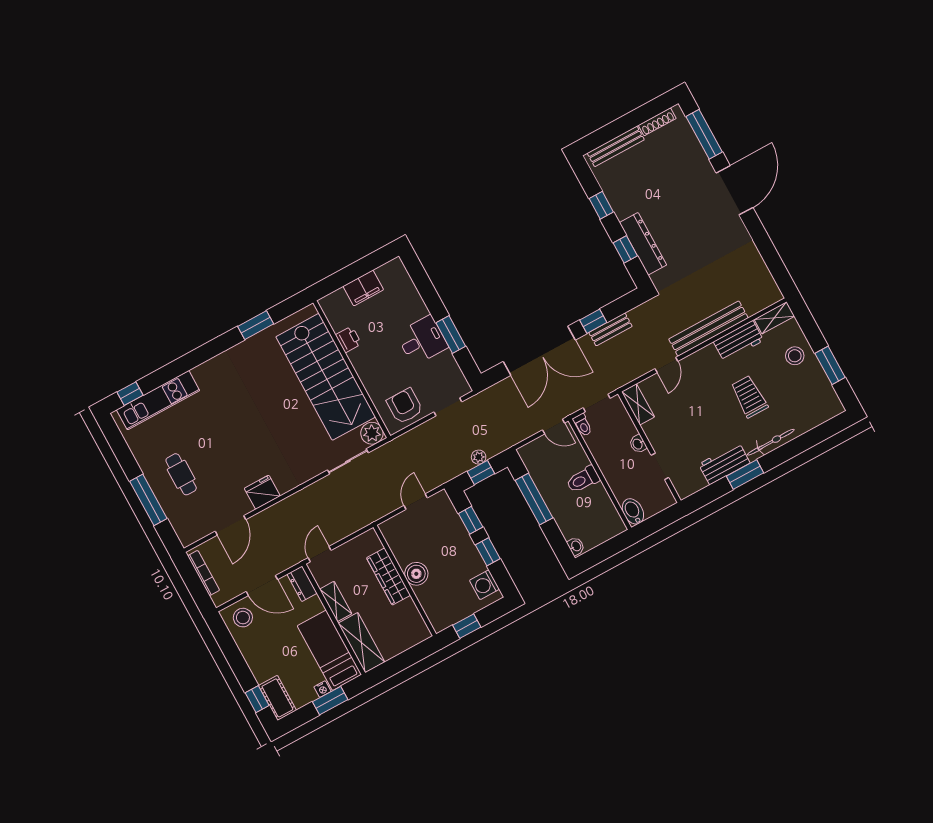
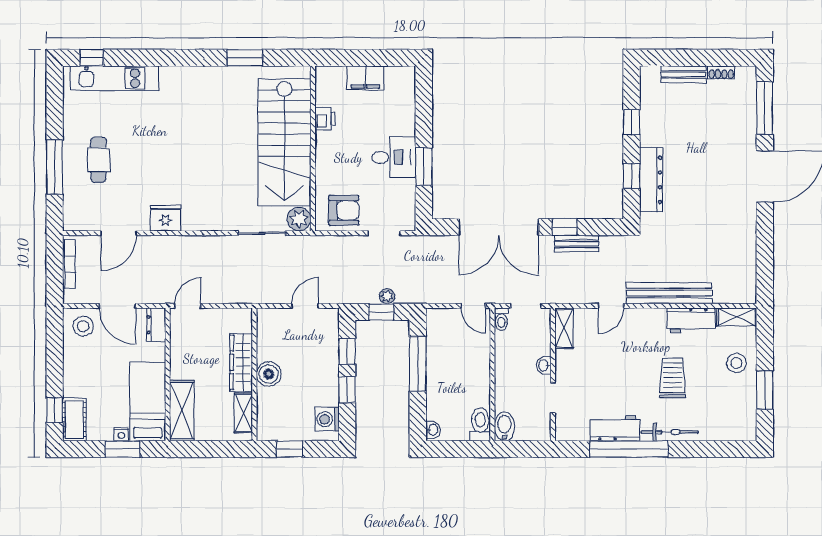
shoe rack: (657, 122) -> (721, 72), width x0.70
bench: (616, 146) -> (683, 74), width x0.73
armchair: (405, 406) -> (344, 210), turned 90
window: (745, 474) -> (629, 449), width x2.11
toilet: (583, 479) -> (480, 424), moved, turned 90
shelving: (336, 601) -> (243, 413), moved

